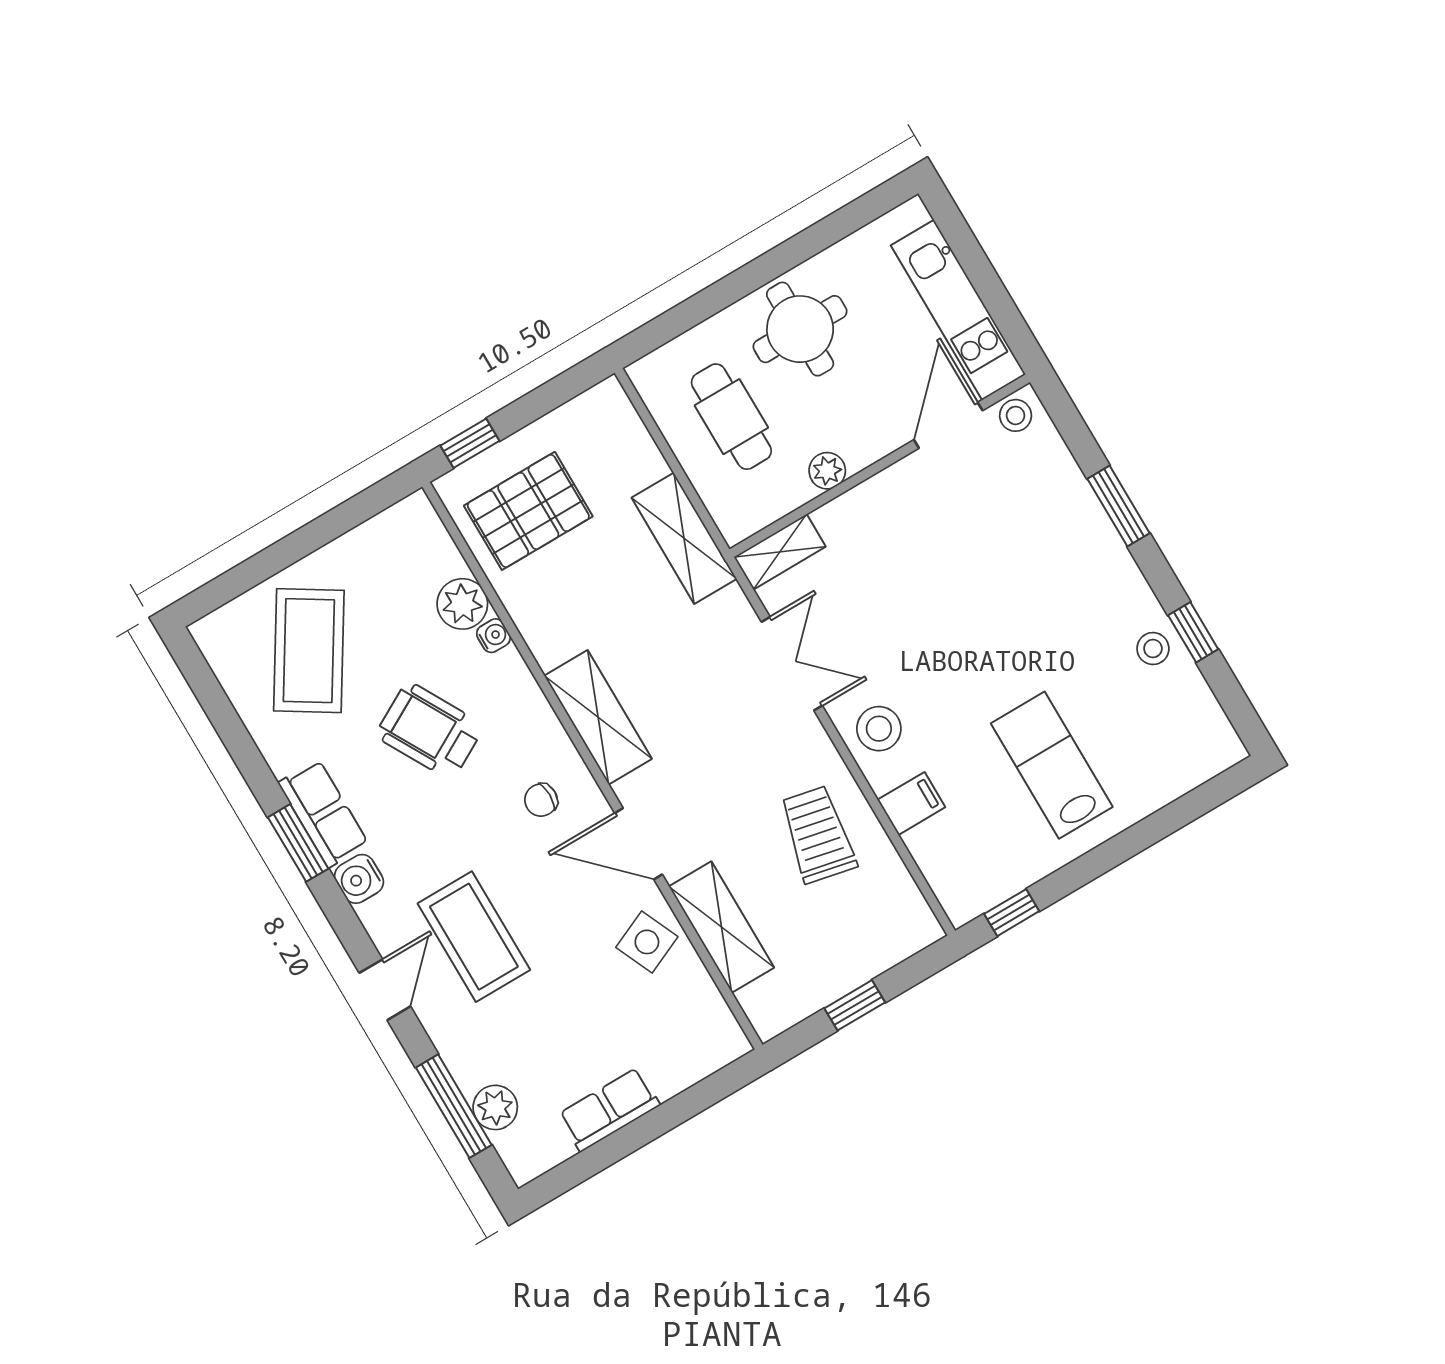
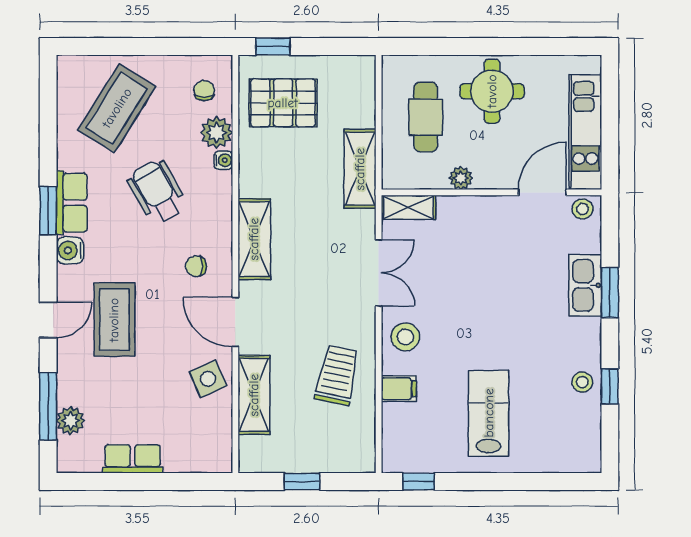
kitchen sink: (1080, 516) -> (585, 285), added
chair: (412, 557) -> (204, 91), added

